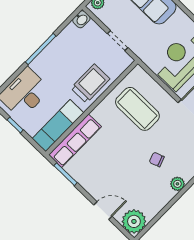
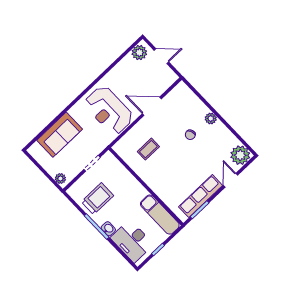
washbasin: (81, 19) -> (108, 229), moved
trolley: (90, 83) -> (97, 199), moved, turned 90
coffee table: (137, 109) -> (148, 149), width x0.54, depth x0.58
row of seats: (75, 141) -> (201, 196), moved, turned -90

